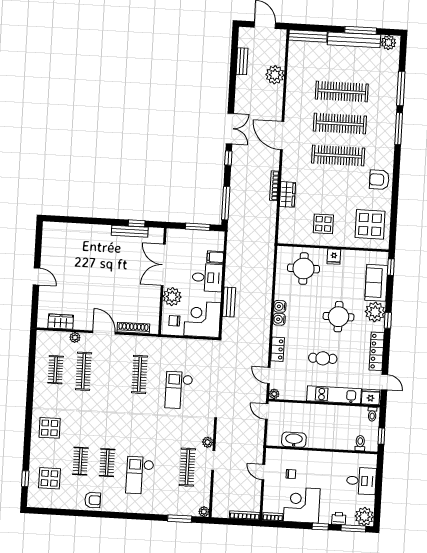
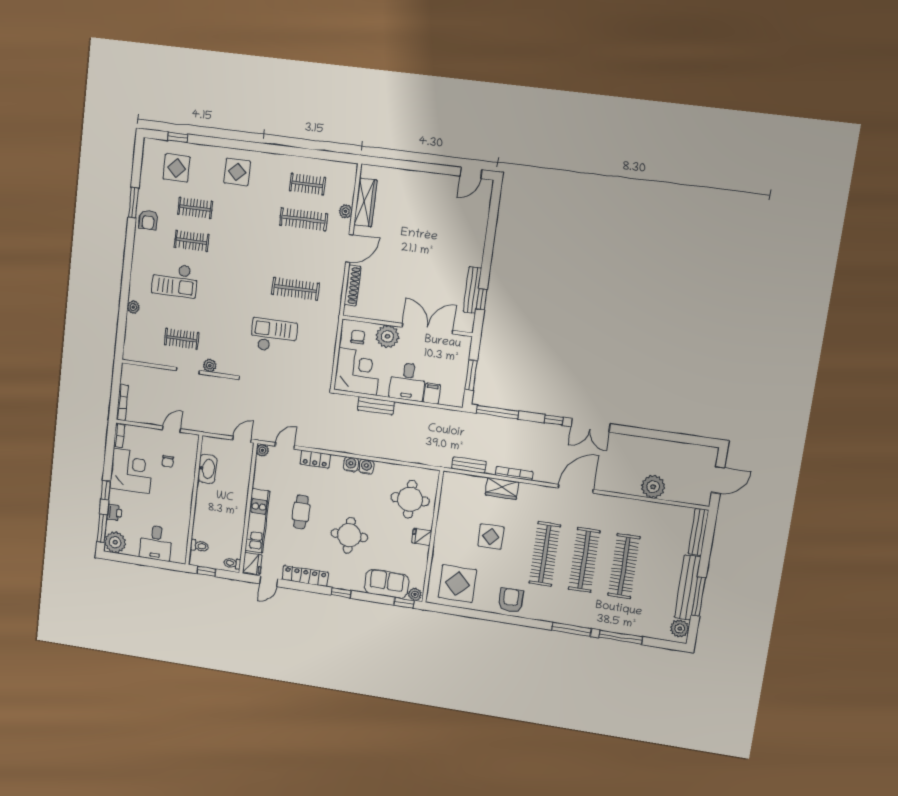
bench: (242, 61) -> (469, 465), moved
display table: (323, 224) -> (491, 536), moved
door: (36, 276) -> (471, 173), moved
plant: (375, 312) -> (415, 594), moved, width x0.53, depth x0.53
wardrobe: (61, 322) -> (365, 202), width x1.50
clothes rail: (187, 467) -> (182, 339), width x0.73
checkout: (140, 475) -> (175, 280), turned 180
plant: (204, 512) -> (133, 307), moved
window: (180, 519) -> (133, 203), moved

